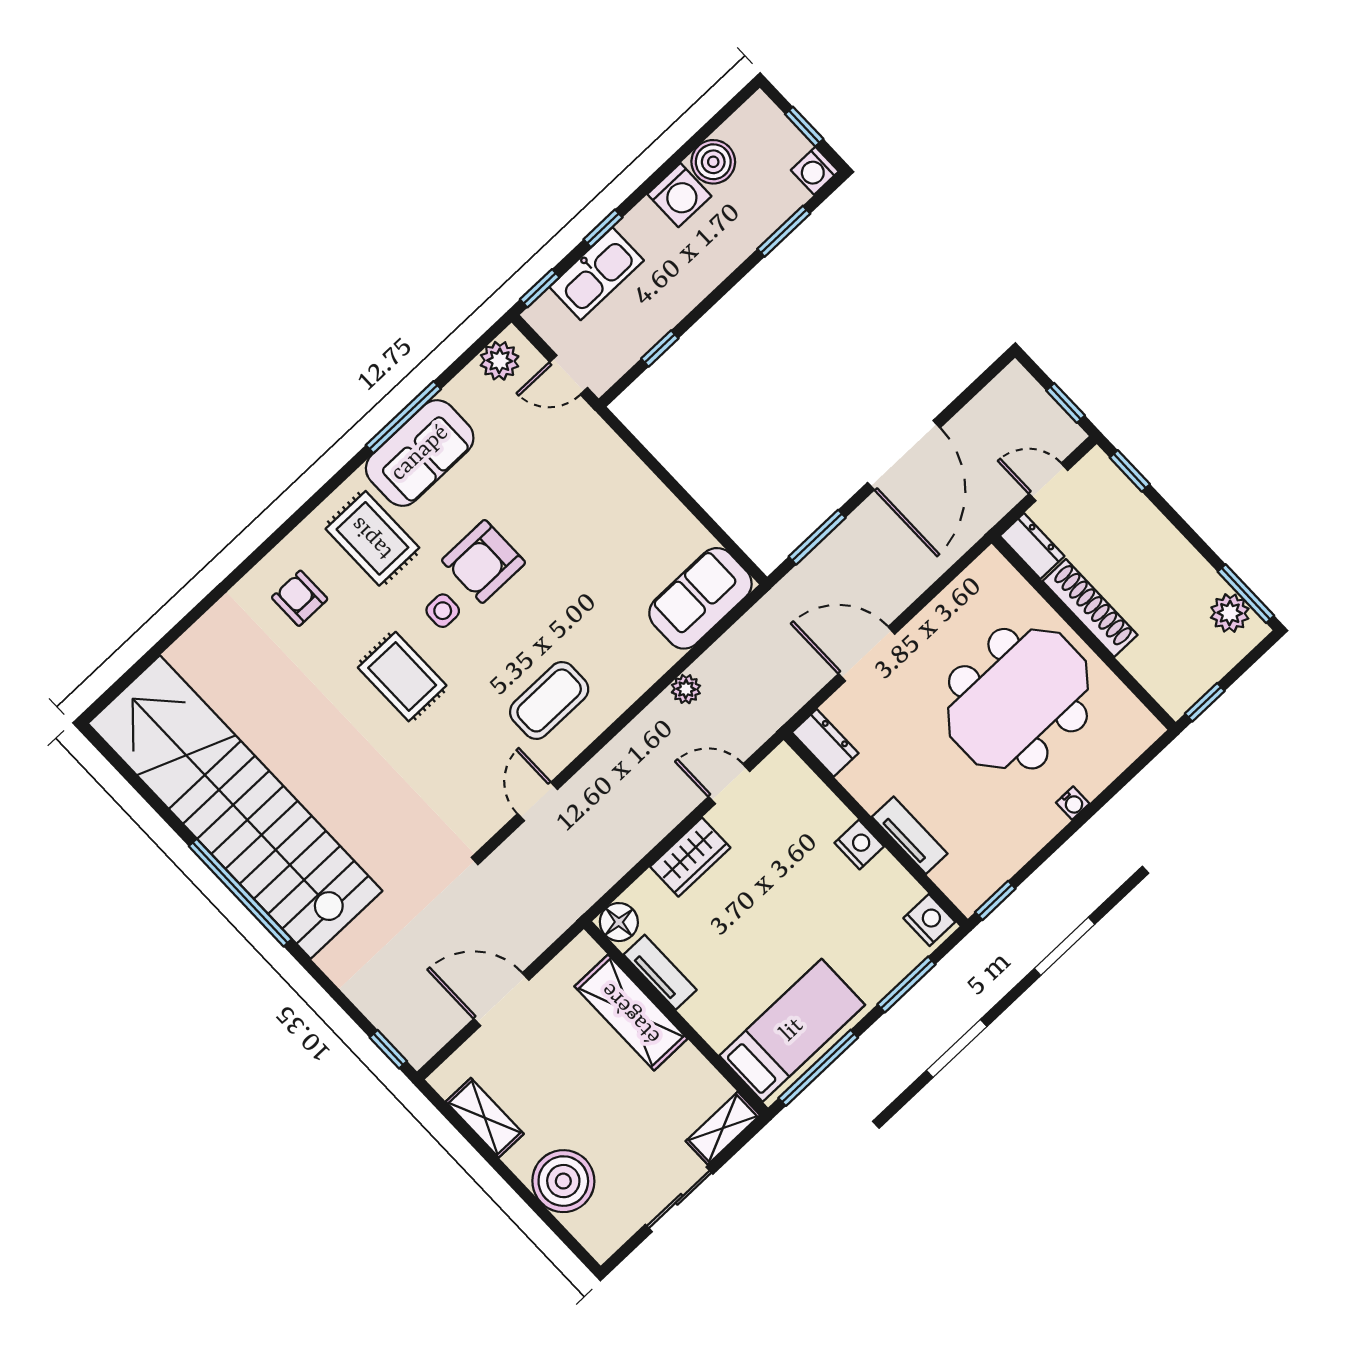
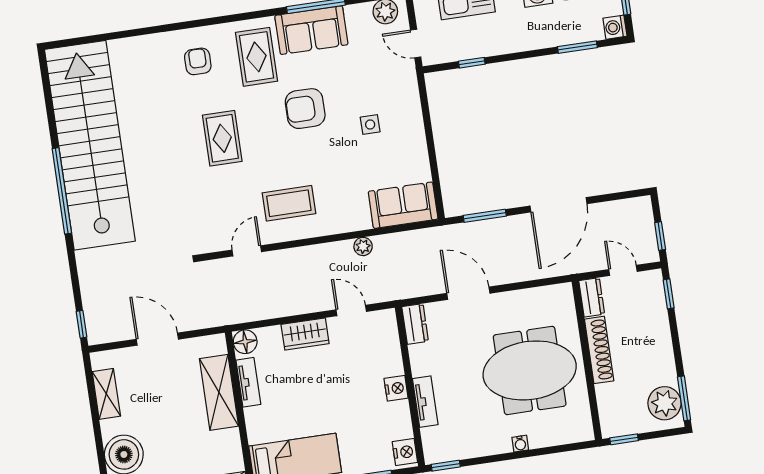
side table: (443, 611) -> (370, 125), moved
plant: (1230, 613) -> (664, 403), width x1.36, depth x1.36

